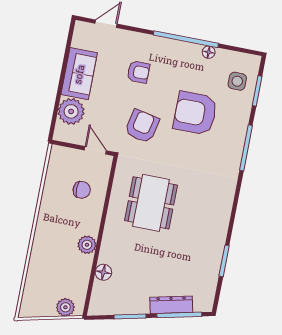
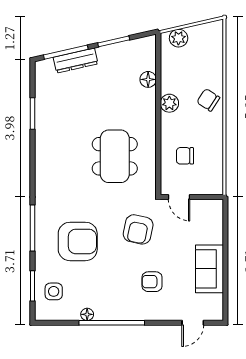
plant: (71, 111) -> (210, 230), removed
armchair: (195, 113) -> (78, 241), moved
chair: (48, 241) -> (208, 100), added

